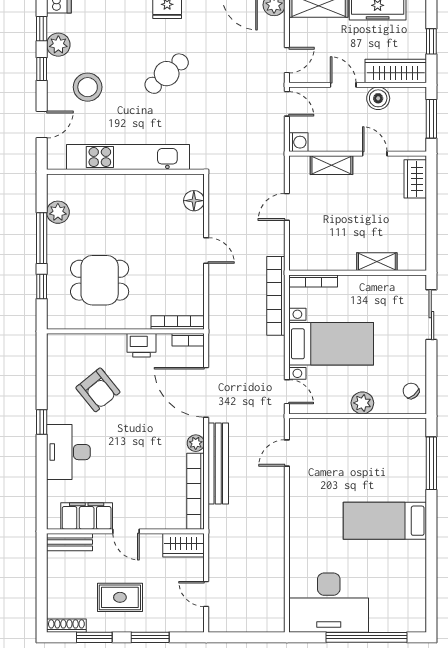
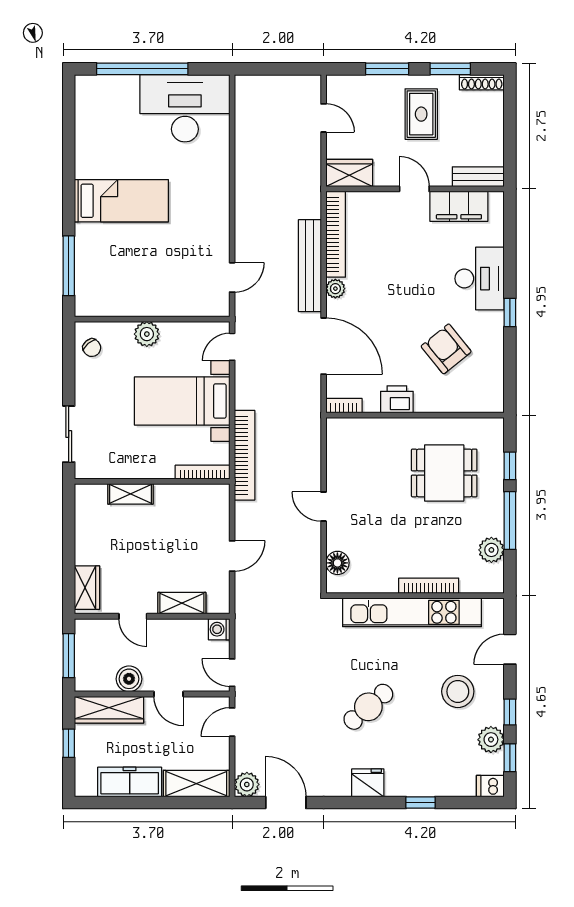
bookcase: (178, 323) -> (429, 586), moved, turned 180
door: (287, 392) -> (232, 347), hinge flipped
rug: (120, 597) -> (421, 114), turned 90

